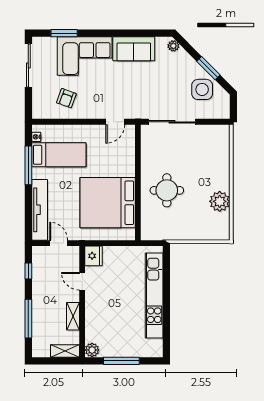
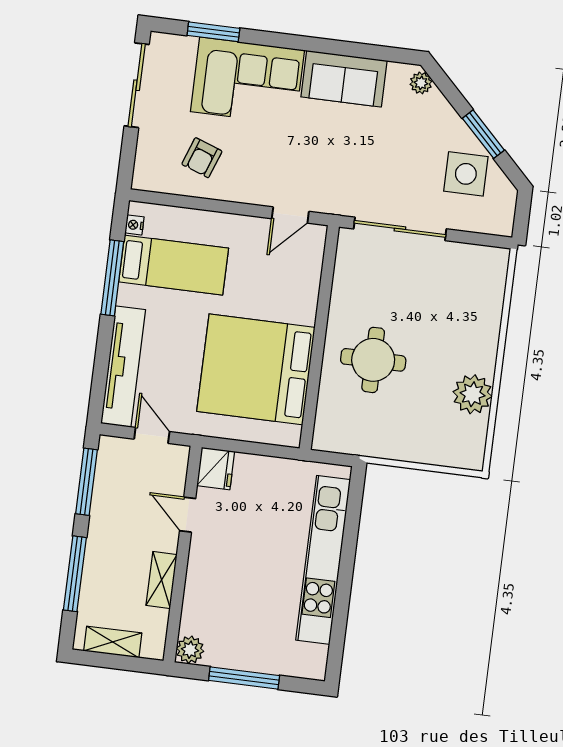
window: (28, 271) -> (87, 482), width x2.17
shelving: (65, 351) -> (113, 642), moved

